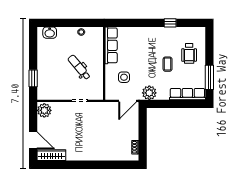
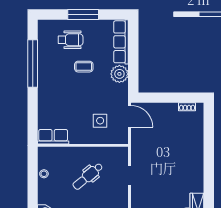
window: (170, 23) -> (33, 63), width x3.17
row of seats: (111, 45) -> (53, 137), width x0.68
window: (209, 77) -> (83, 15), moved
plant: (149, 93) -> (119, 74), moved

